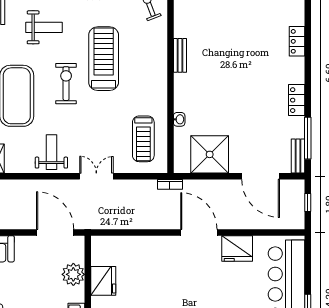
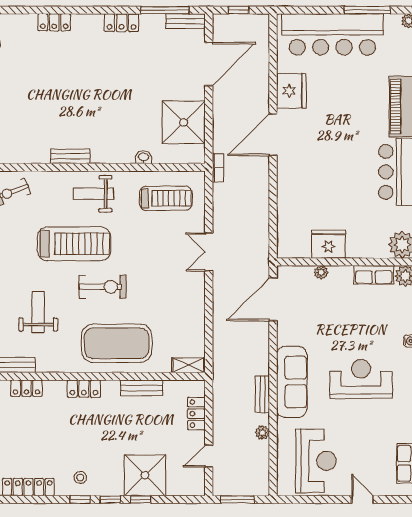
treadmill: (104, 59) -> (74, 244), turned 180
exercise bike: (66, 84) -> (103, 287), turned 180
weight bench: (51, 152) -> (93, 194), moved
plant: (73, 274) -> (321, 272), width x0.53, depth x0.53

